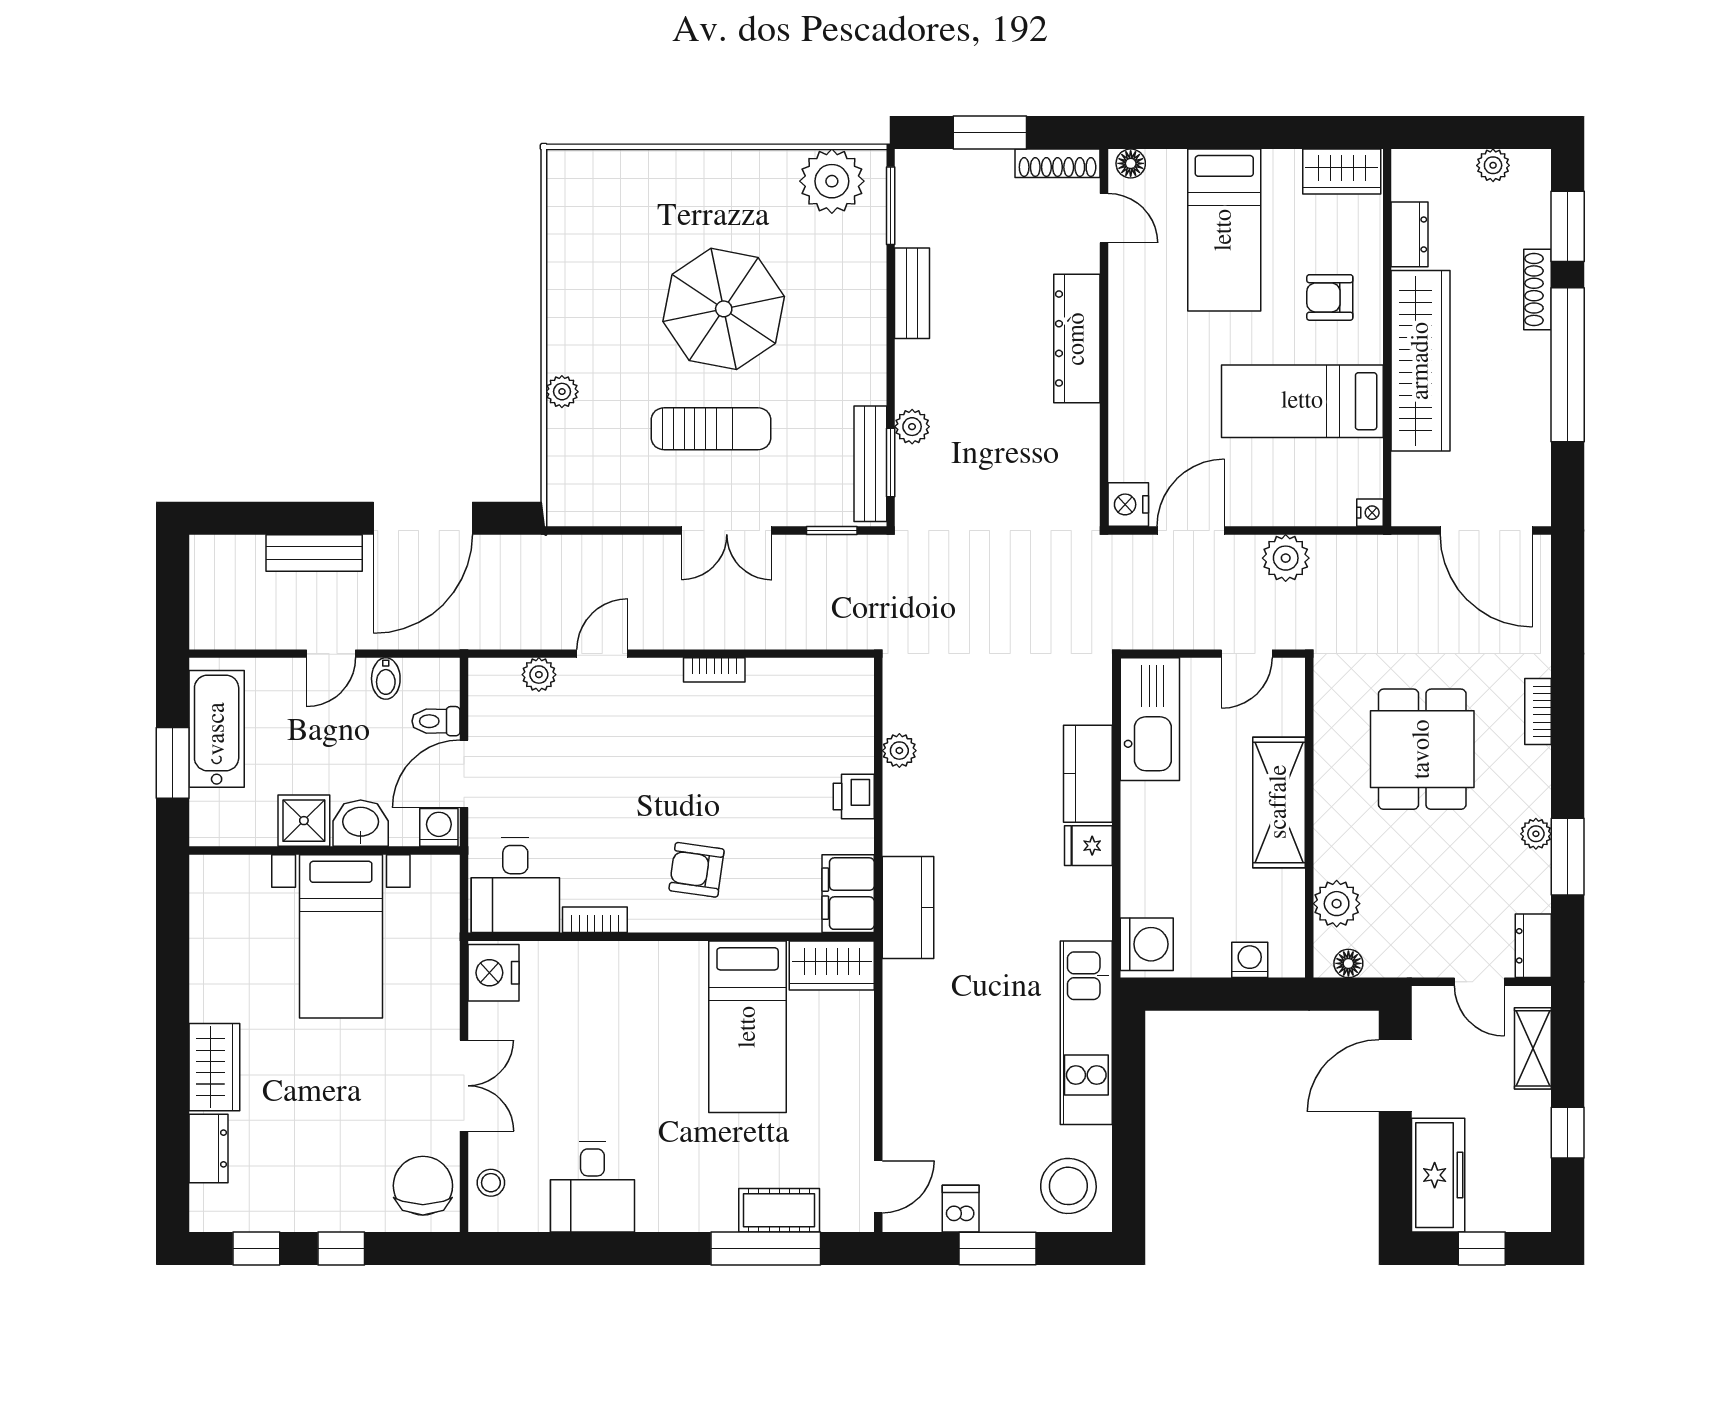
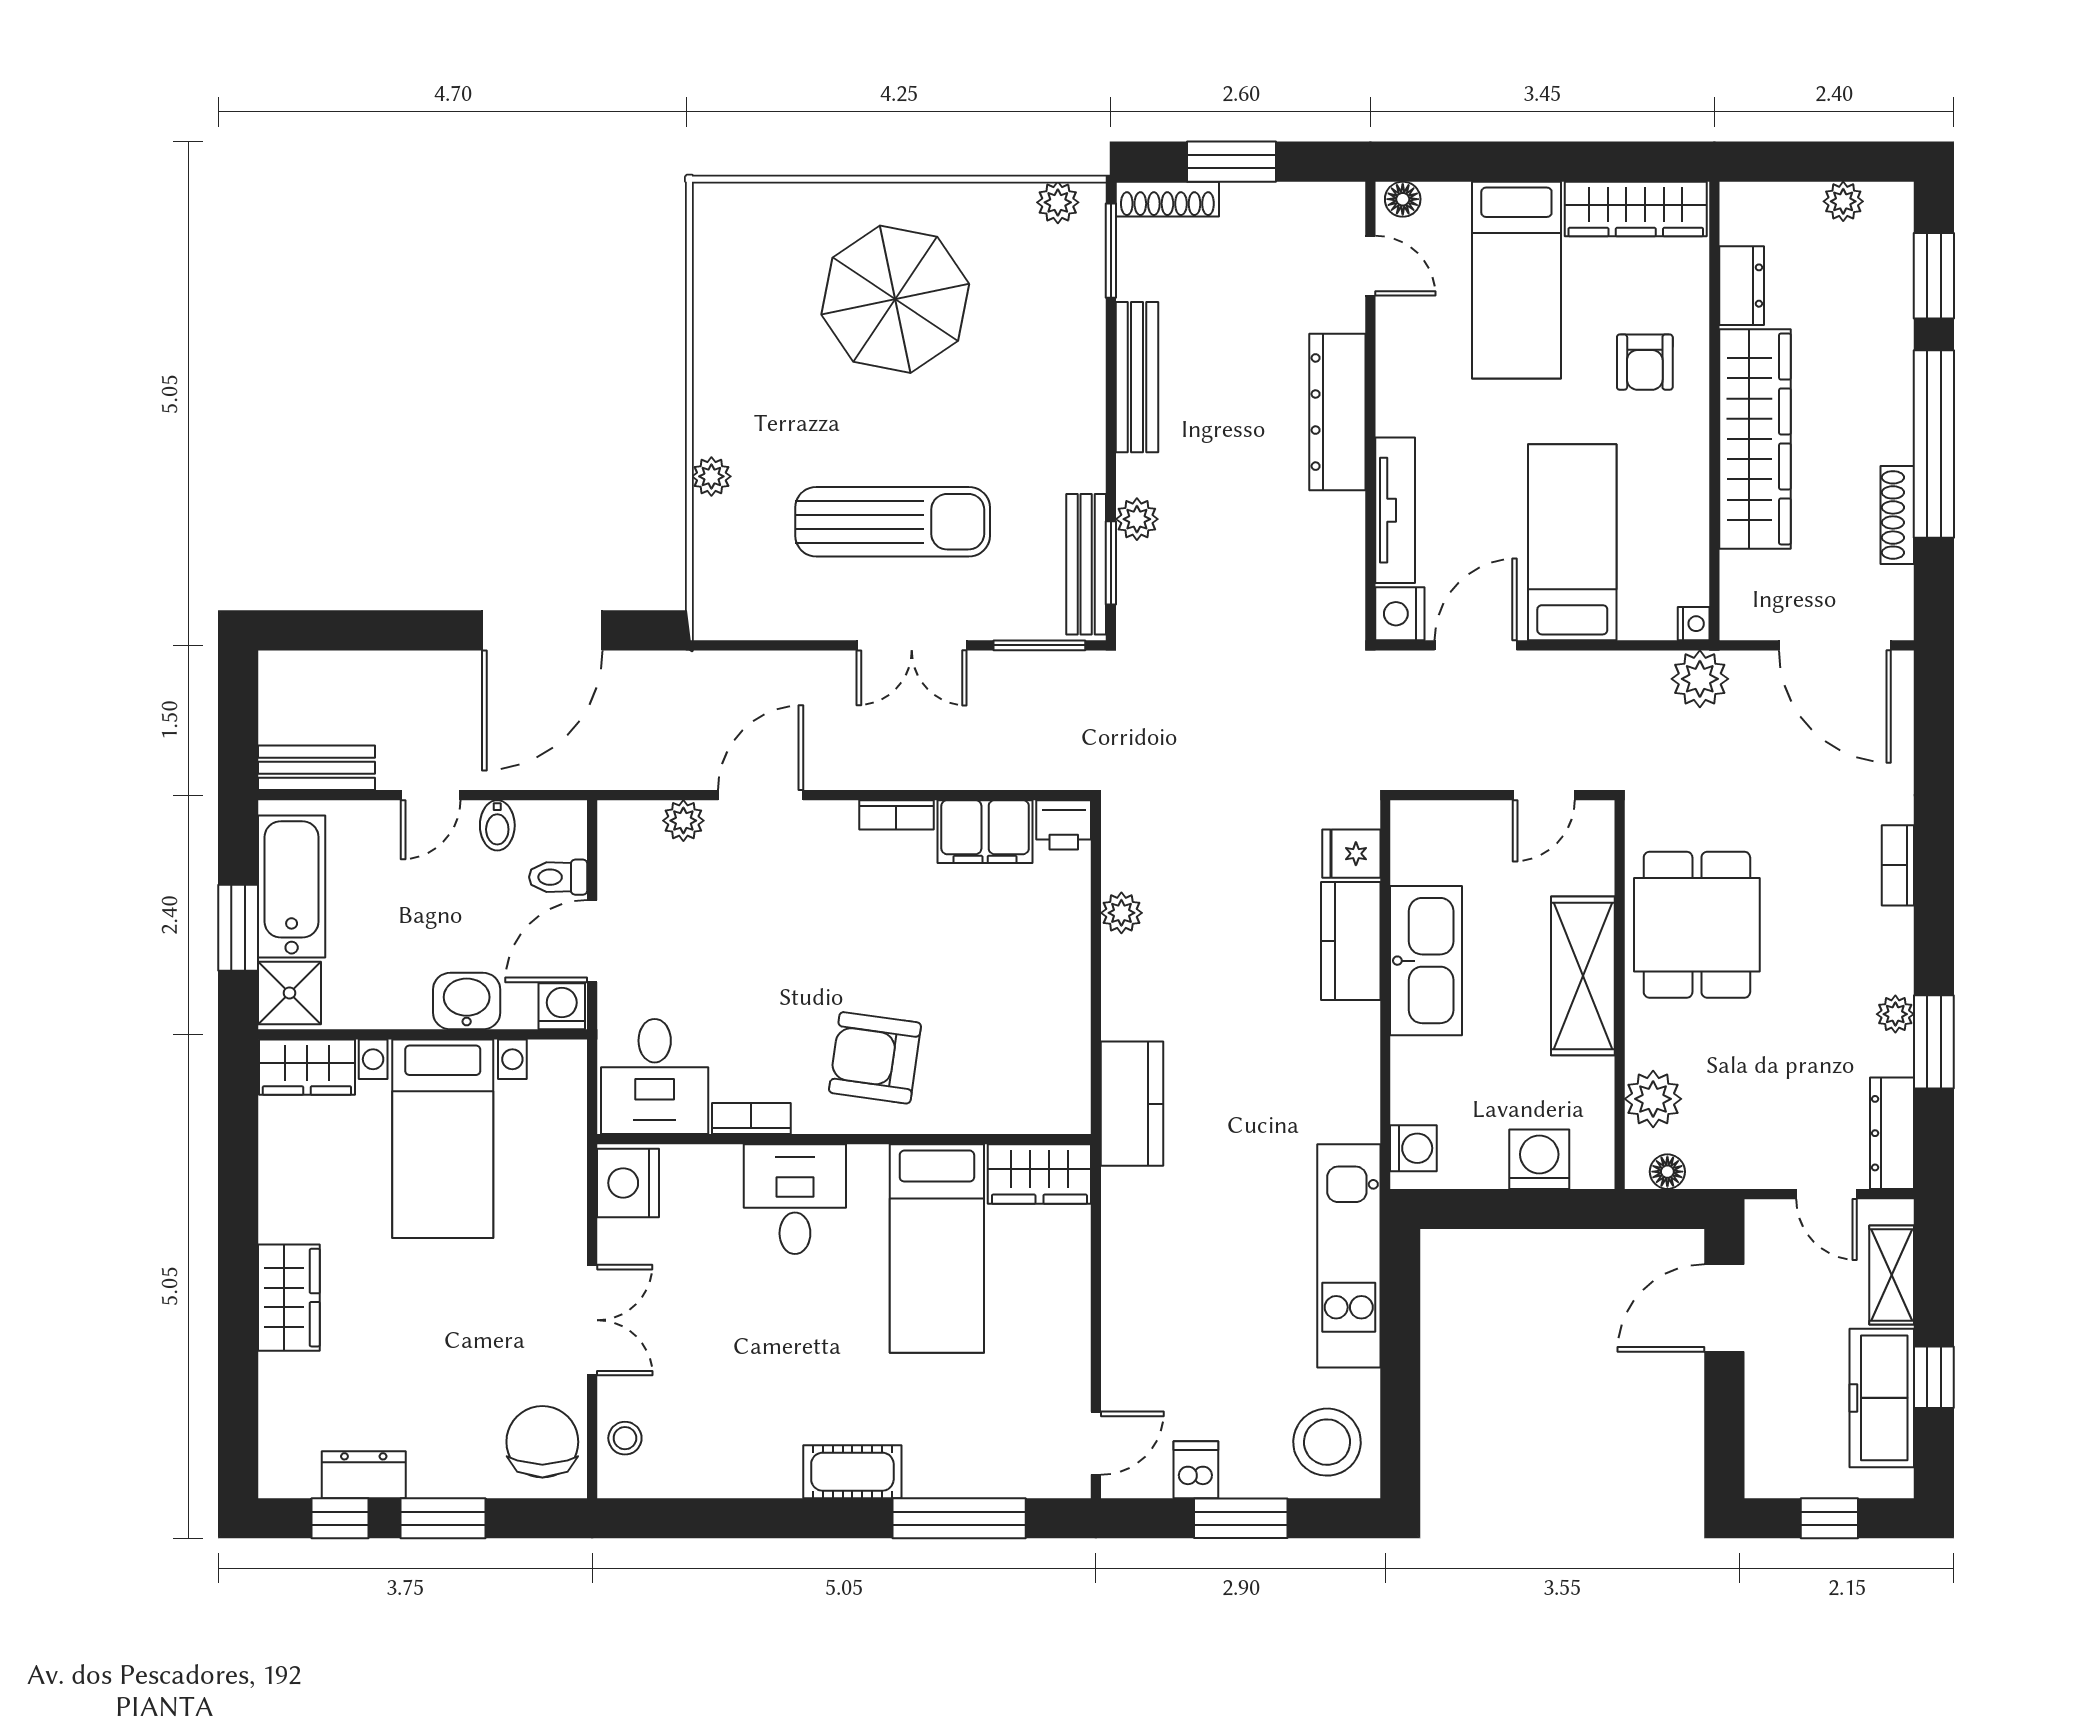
shoe rack: (1058, 163) -> (1167, 199), moved
wardrobe: (1342, 171) -> (1636, 209), width x1.50
plant: (832, 181) -> (1058, 202), width x0.53, depth x0.53
shoe rack: (1538, 289) -> (1897, 515), moved
bench: (912, 293) -> (1137, 377), width x1.36
armchair: (1330, 297) -> (1645, 362), turned -90
parasol: (724, 309) -> (895, 299), moved
bed: (1302, 401) -> (1572, 542), moved, turned 90
tv unit: (1124, 419) -> (1395, 510), added
sun lounger: (711, 429) -> (893, 522), width x1.36, depth x1.34
window: (832, 531) -> (1039, 645), width x1.50
bench: (314, 553) -> (316, 768), moved
plant: (1286, 558) -> (1700, 679), moved
door: (602, 654) -> (761, 795), width x1.38
kitchen sink: (1150, 719) -> (1426, 961), moved
dining table: (1422, 749) -> (1697, 925), moved
printer: (854, 796) -> (1064, 825), moved, turned -90
shower: (304, 821) -> (289, 993), moved
fridge: (1088, 846) -> (1351, 854), moved
armchair: (697, 870) -> (875, 1058), width x1.38, depth x1.38
wardrobe: (229, 878) -> (307, 1067), added
filing cabinet: (848, 894) -> (985, 832), moved, turned -90
washing machine: (1147, 944) -> (1413, 1148), width x0.73, depth x0.73
dresser: (1533, 946) -> (1892, 1133), width x1.44
washing machine: (1250, 960) -> (1539, 1159), width x1.38, depth x1.38
dresser: (208, 1149) -> (364, 1475), moved, turned -90
freezer: (1438, 1175) -> (1882, 1398), moved, turned 180
desk: (592, 1187) -> (795, 1199), moved, turned 180
cot: (779, 1210) -> (852, 1472), moved
window: (341, 1249) -> (443, 1518), width x1.50

